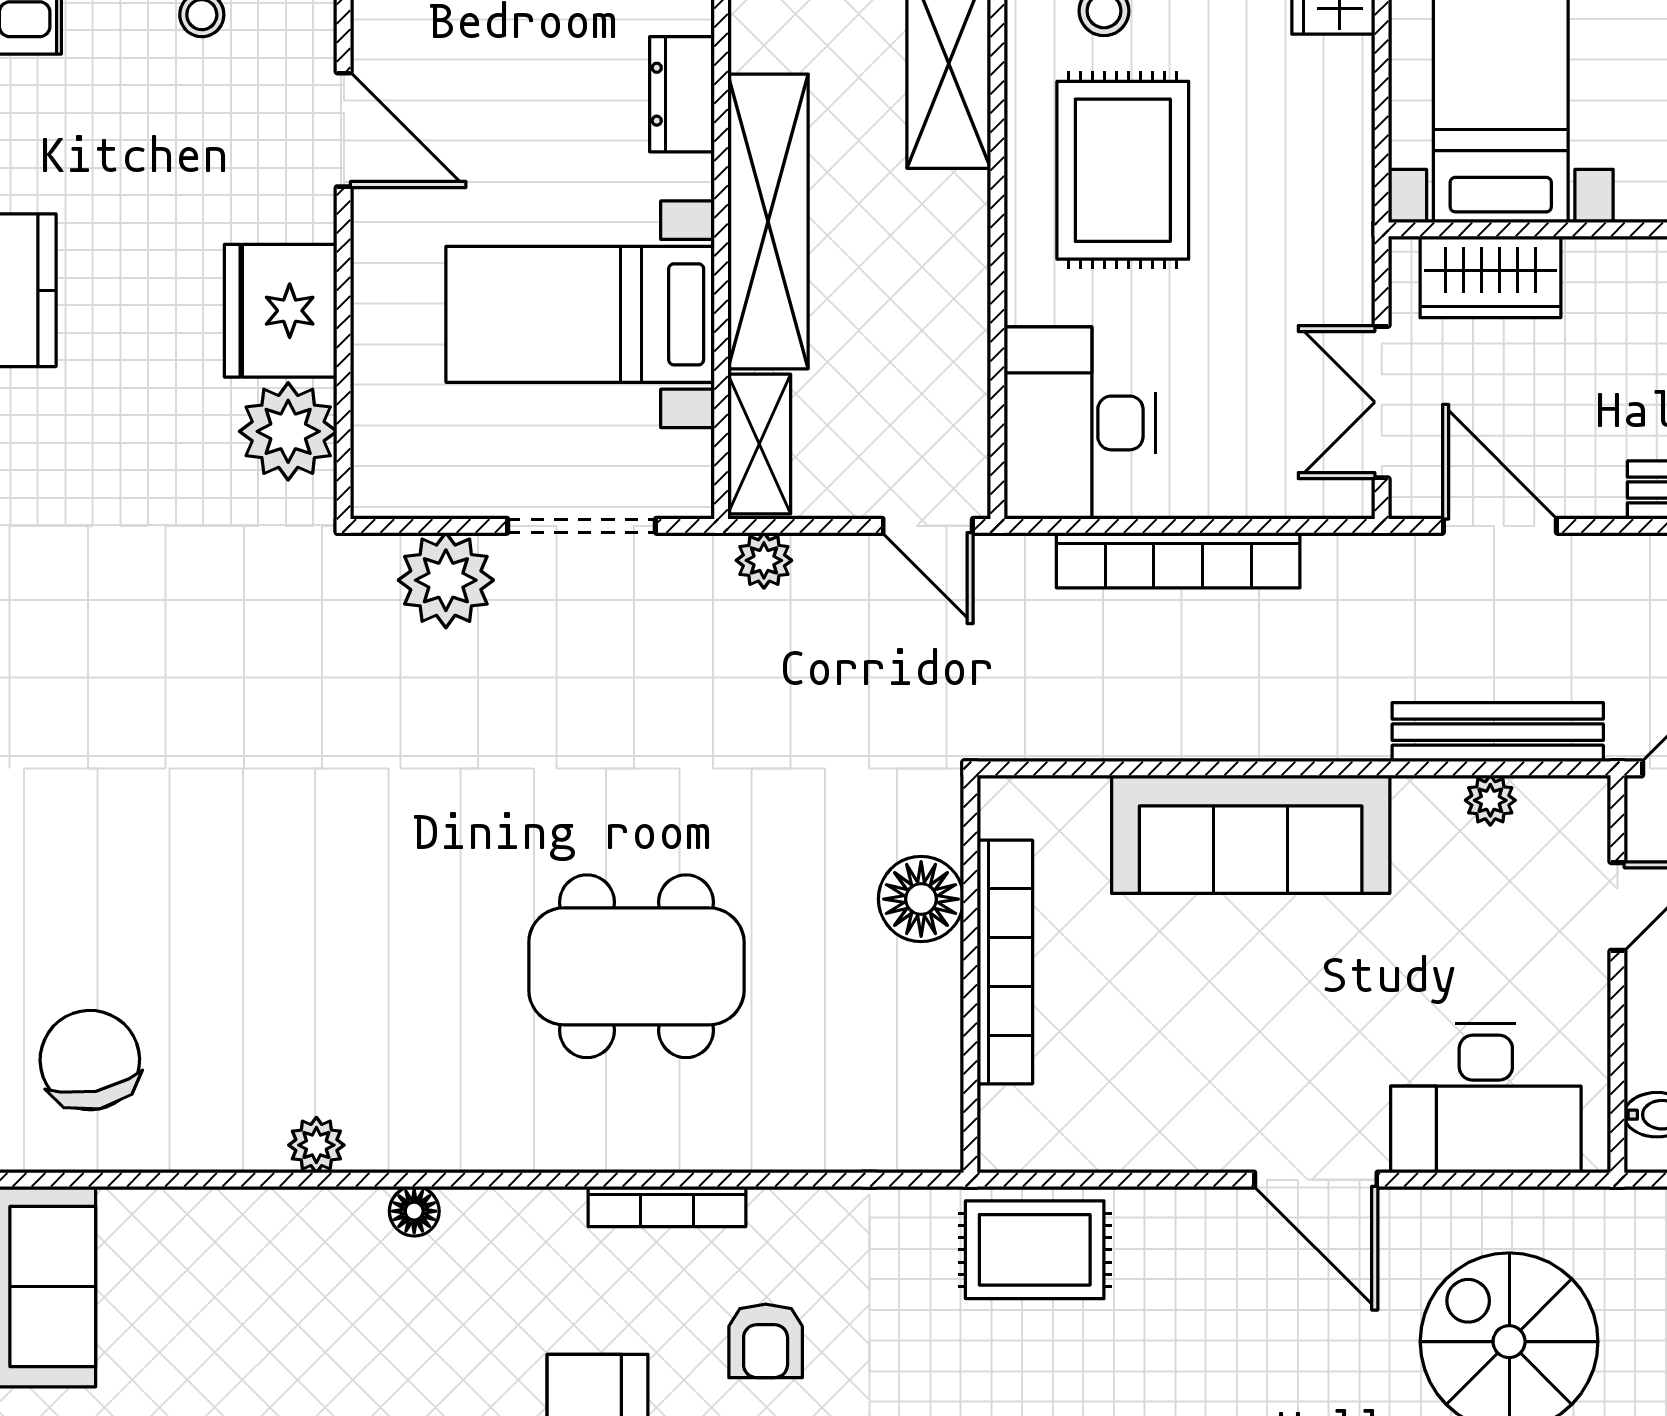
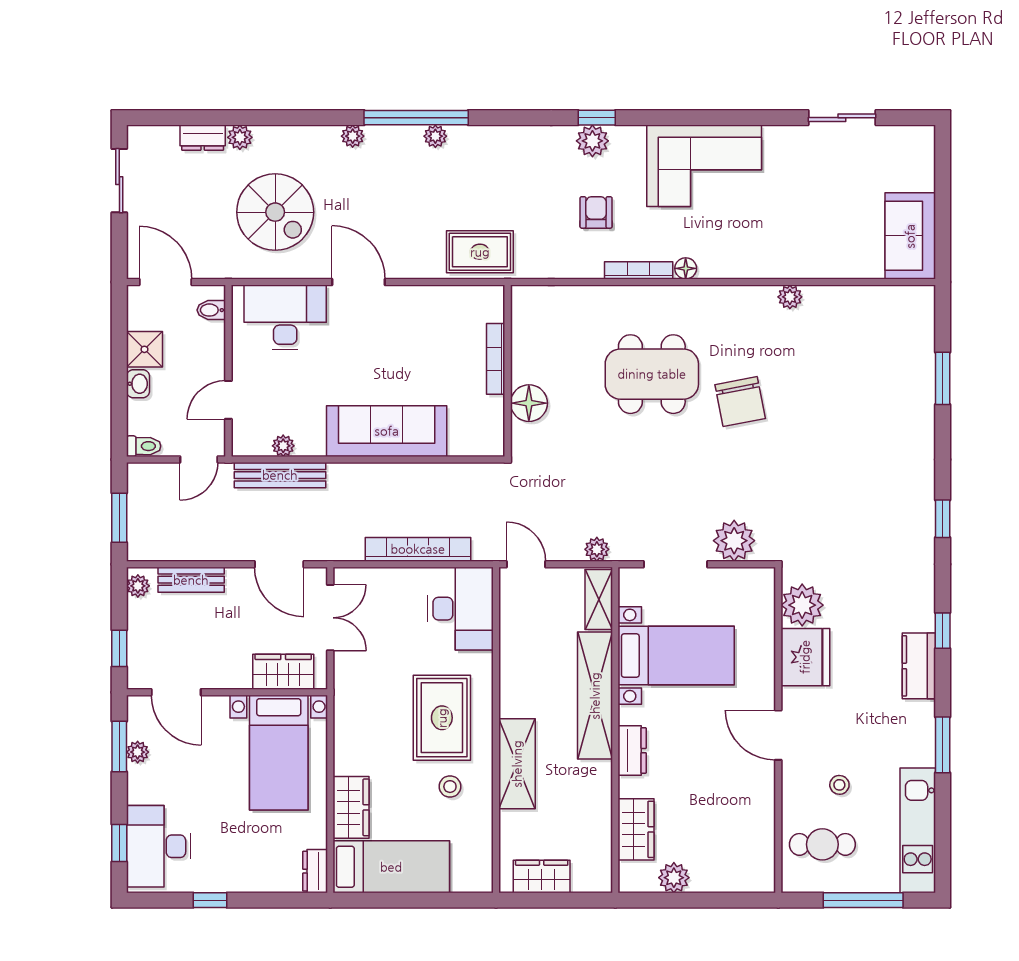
bookcase: (1005, 962) -> (496, 359), width x0.68, depth x0.76
chair: (90, 1060) -> (740, 402), moved
floor lamp: (414, 1211) -> (686, 268), moved

